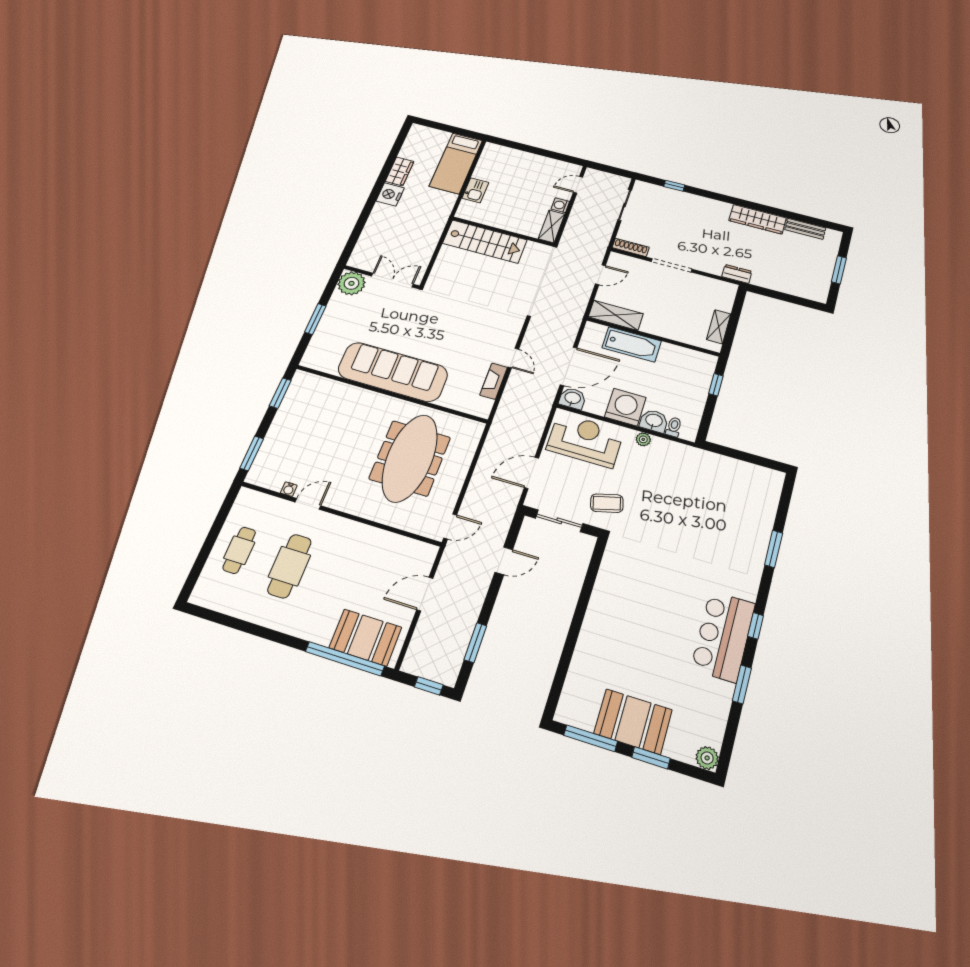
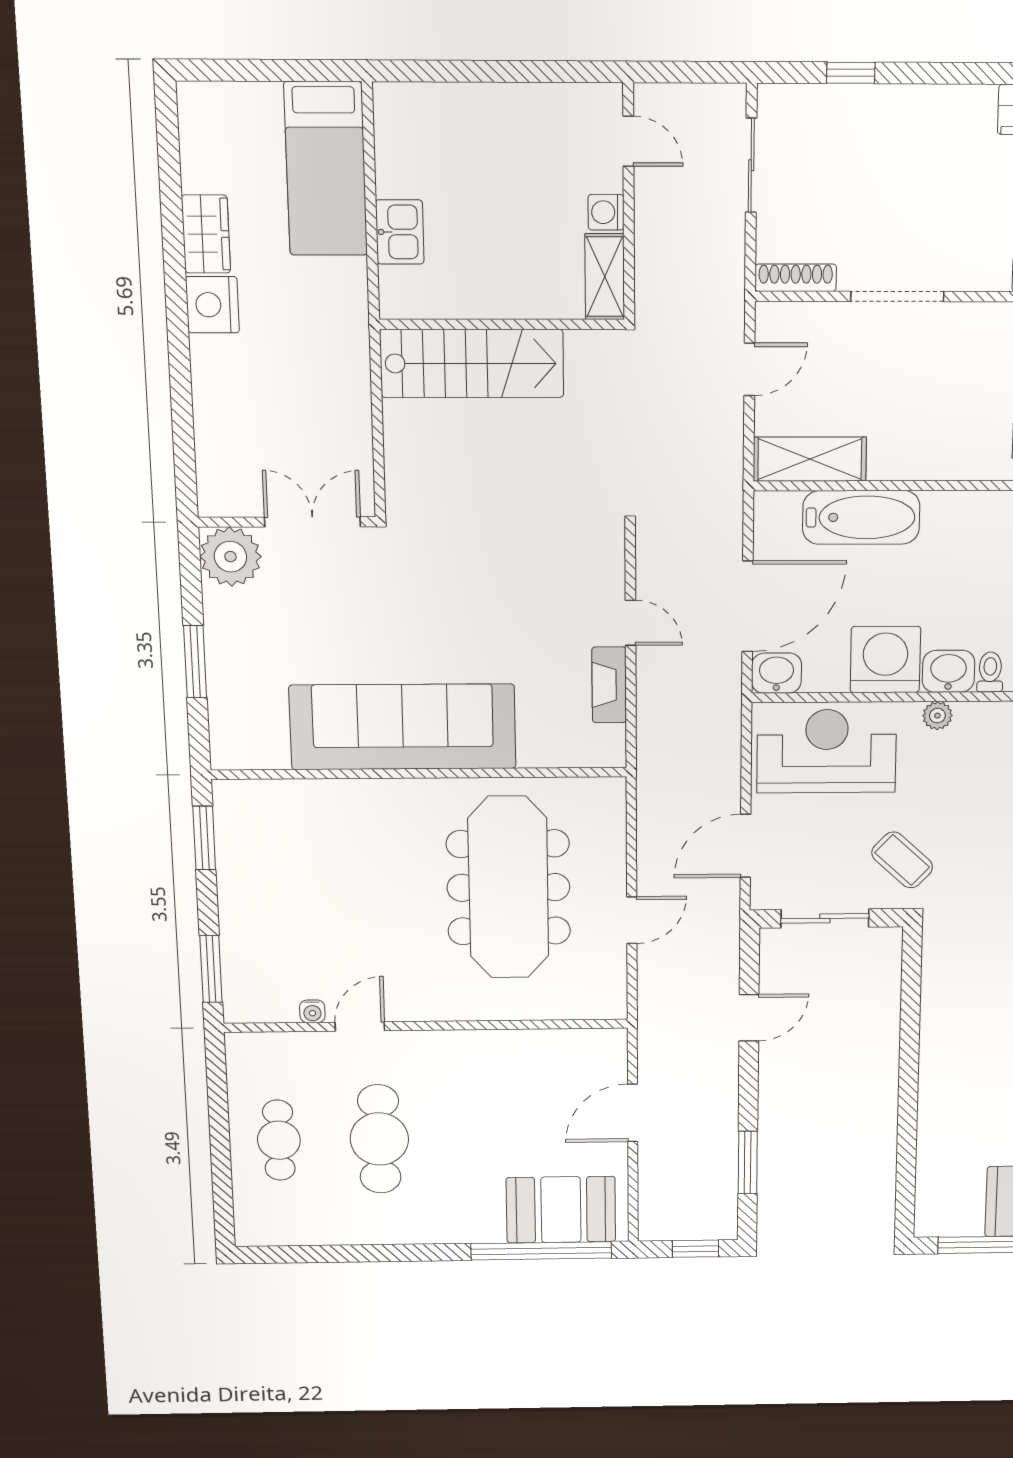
door: (578, 185) -> (628, 141), swing flipped
coffee table: (607, 503) -> (902, 860), turned 58
door: (450, 526) -> (632, 920), moved

